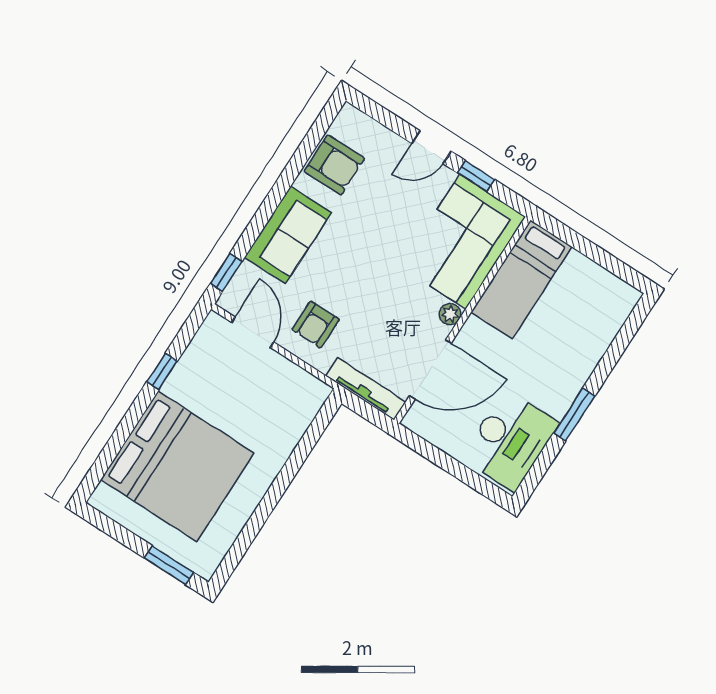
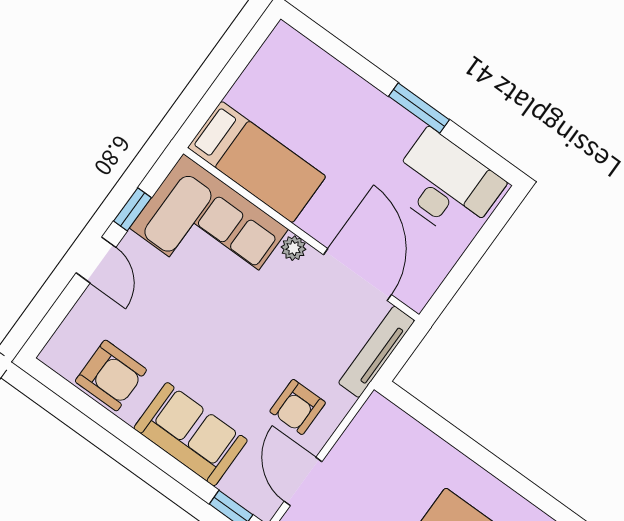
armchair: (334, 165) -> (111, 375), turned 90
armchair: (316, 324) -> (298, 407), turned 90
door: (253, 332) -> (303, 481), hinge flipped

